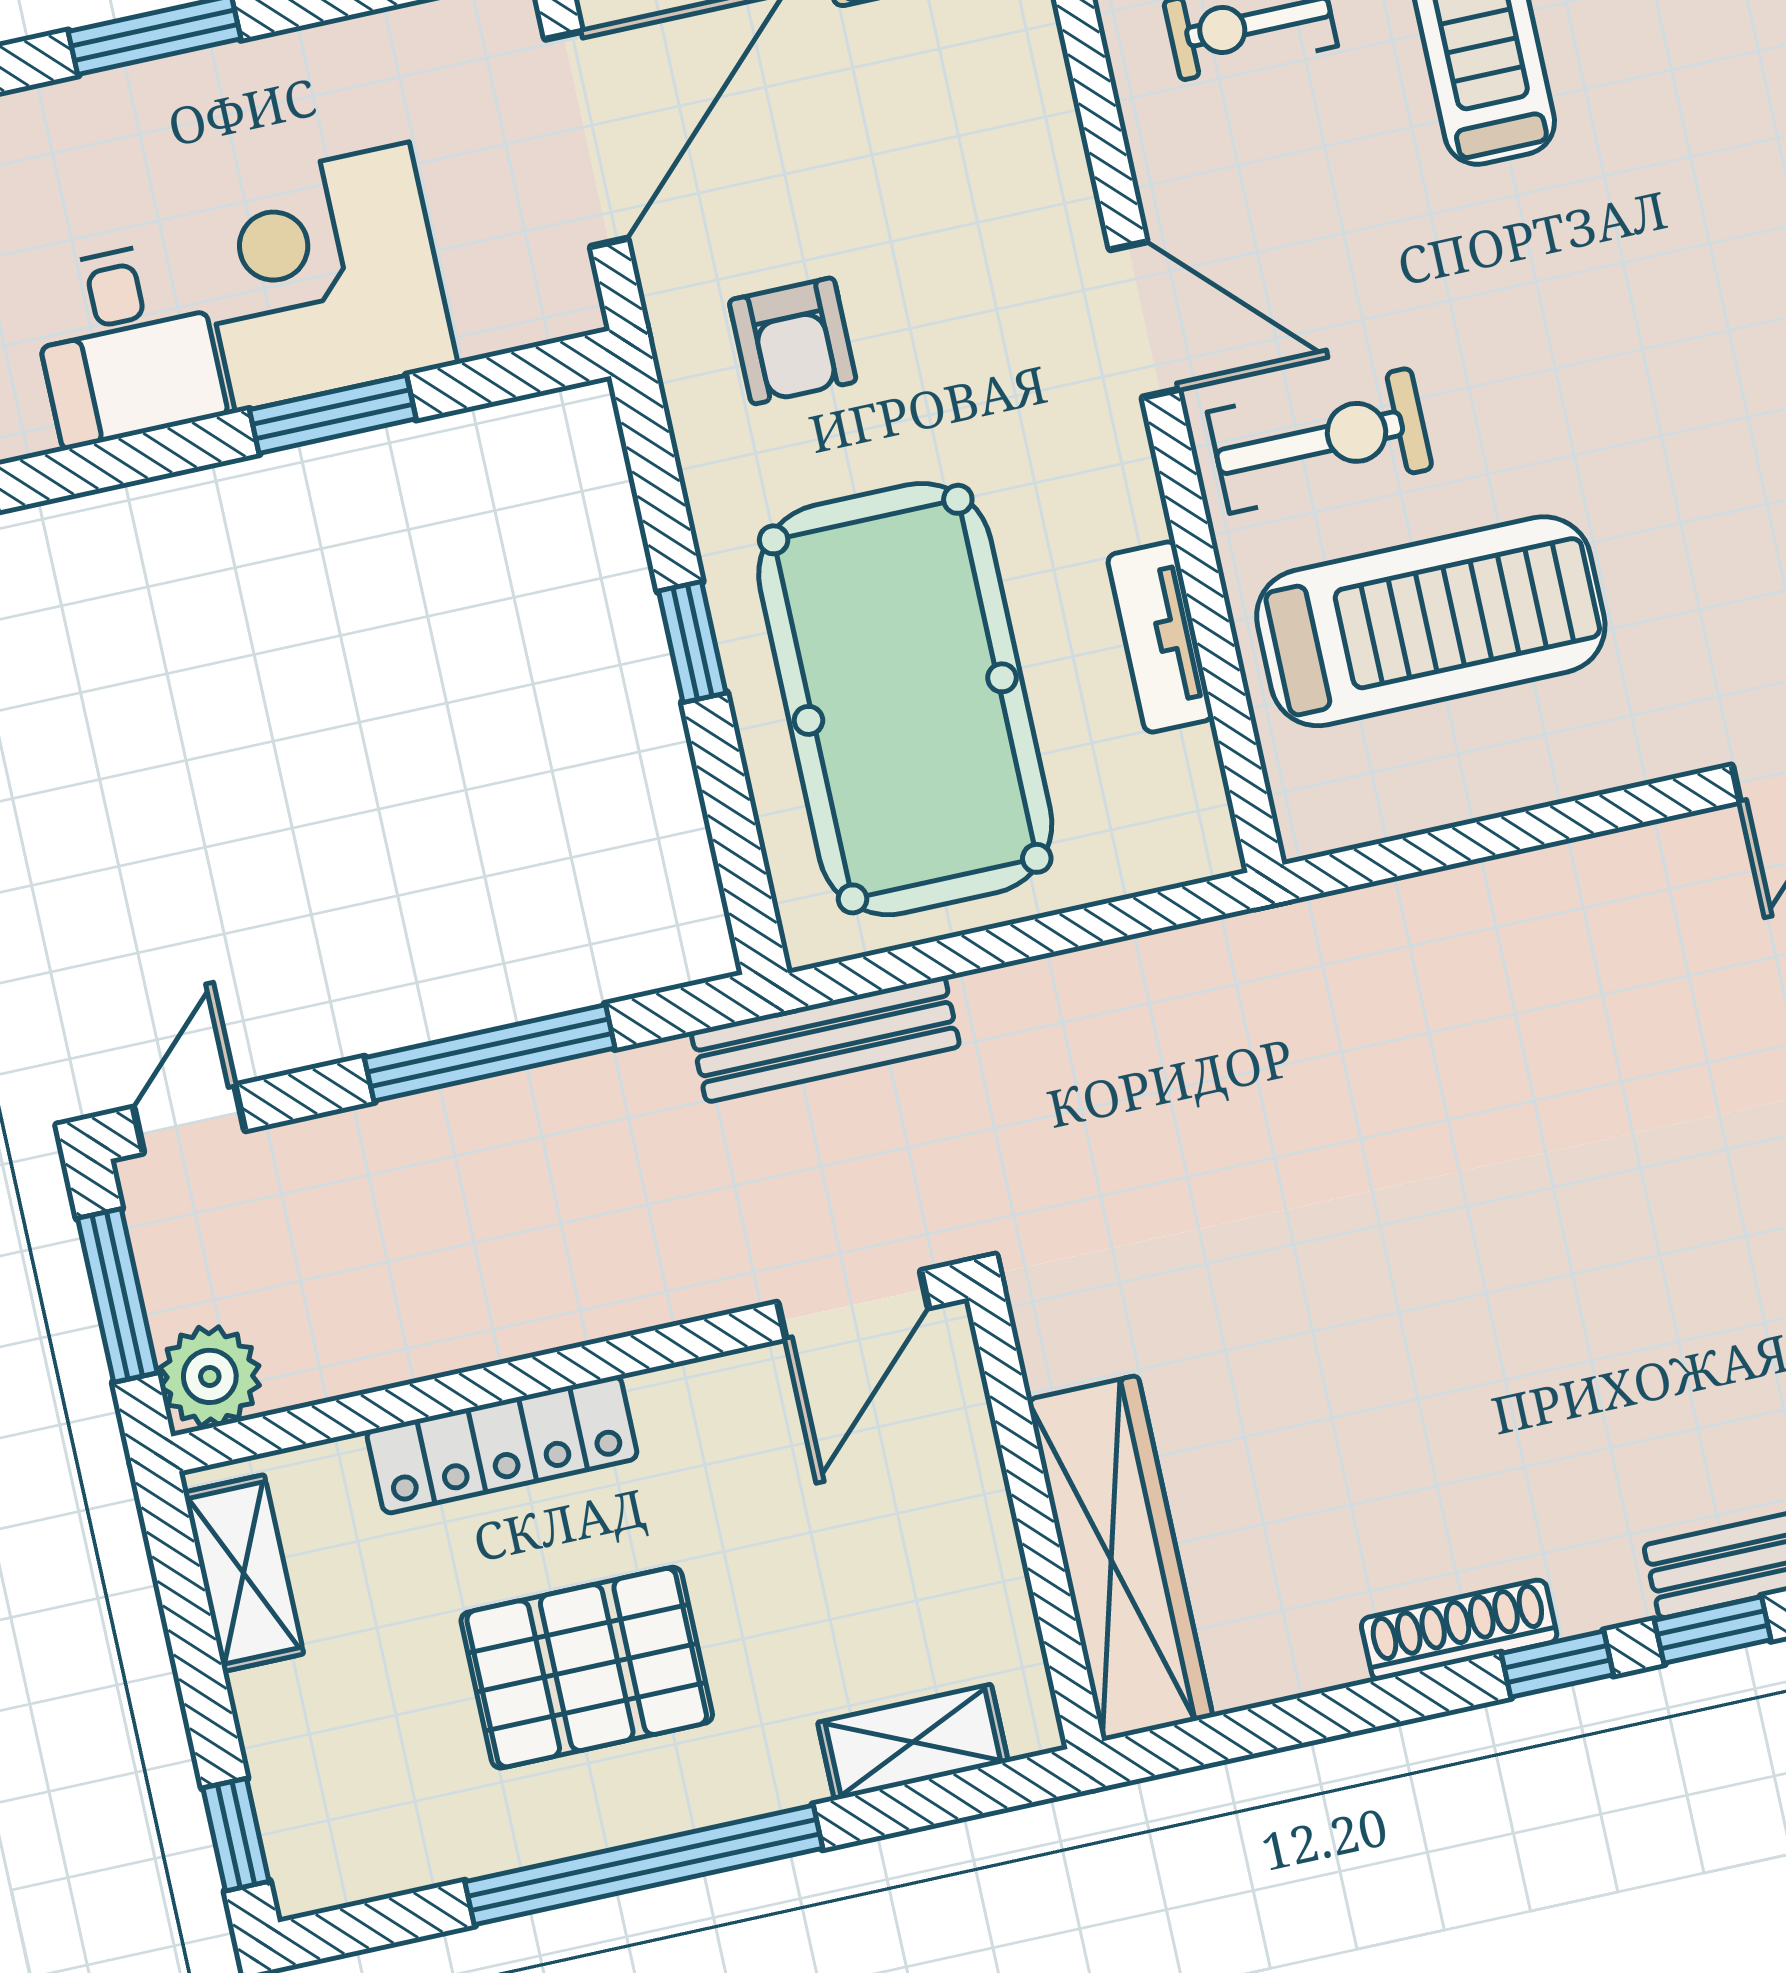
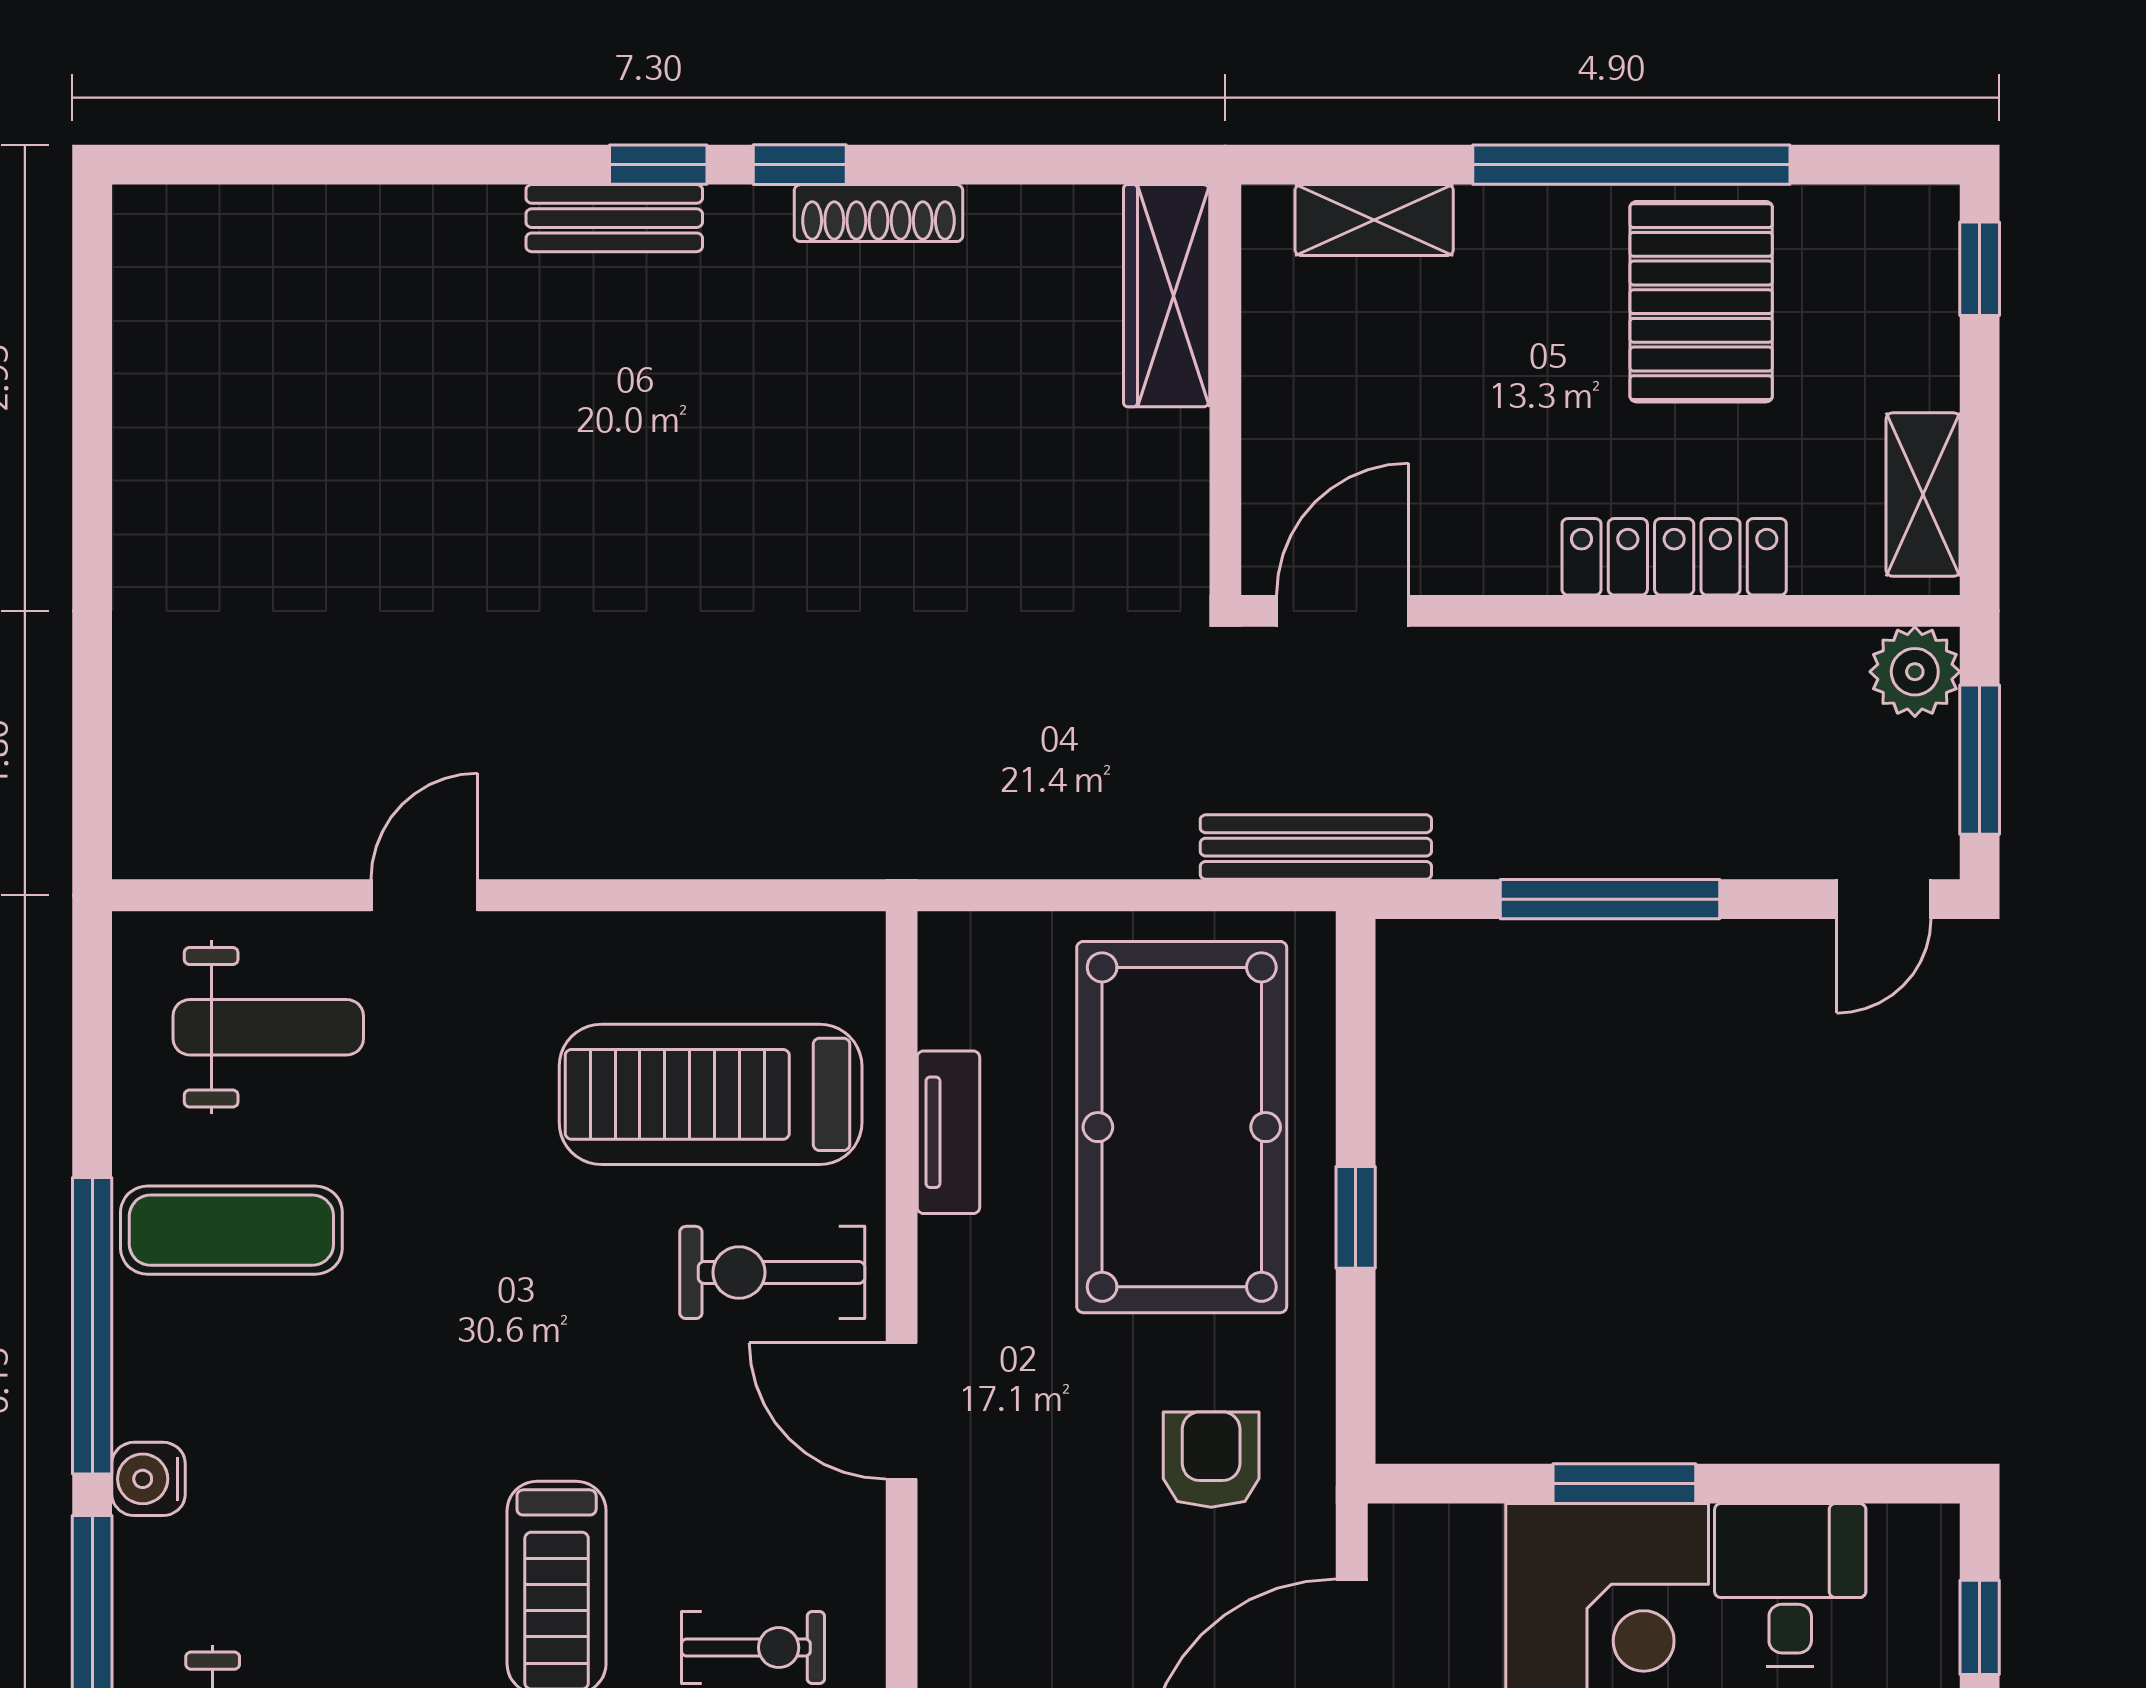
wardrobe: (1120, 1558) -> (1167, 296), width x0.71, depth x0.85
pallet: (587, 1668) -> (1701, 302), moved, turned 90

